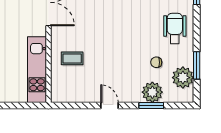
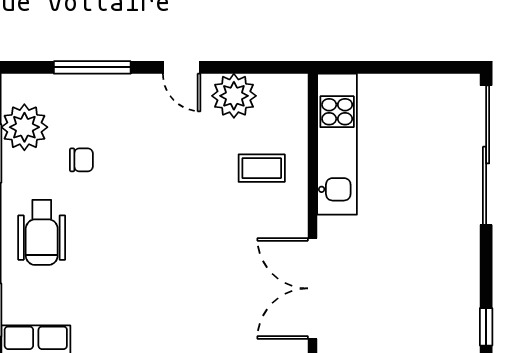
plant: (152, 92) -> (234, 96), moved
window: (151, 105) -> (92, 67), width x1.44

